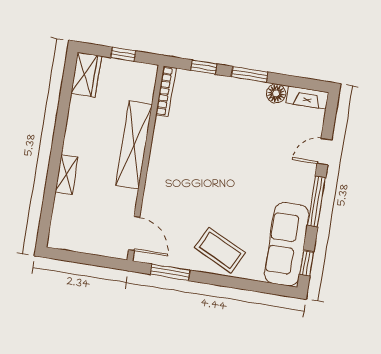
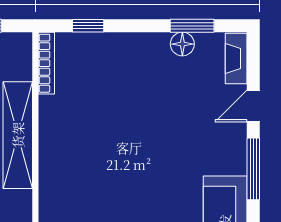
window: (250, 74) -> (192, 26), moved
fireplace: (307, 98) -> (236, 58), moved, turned 90

